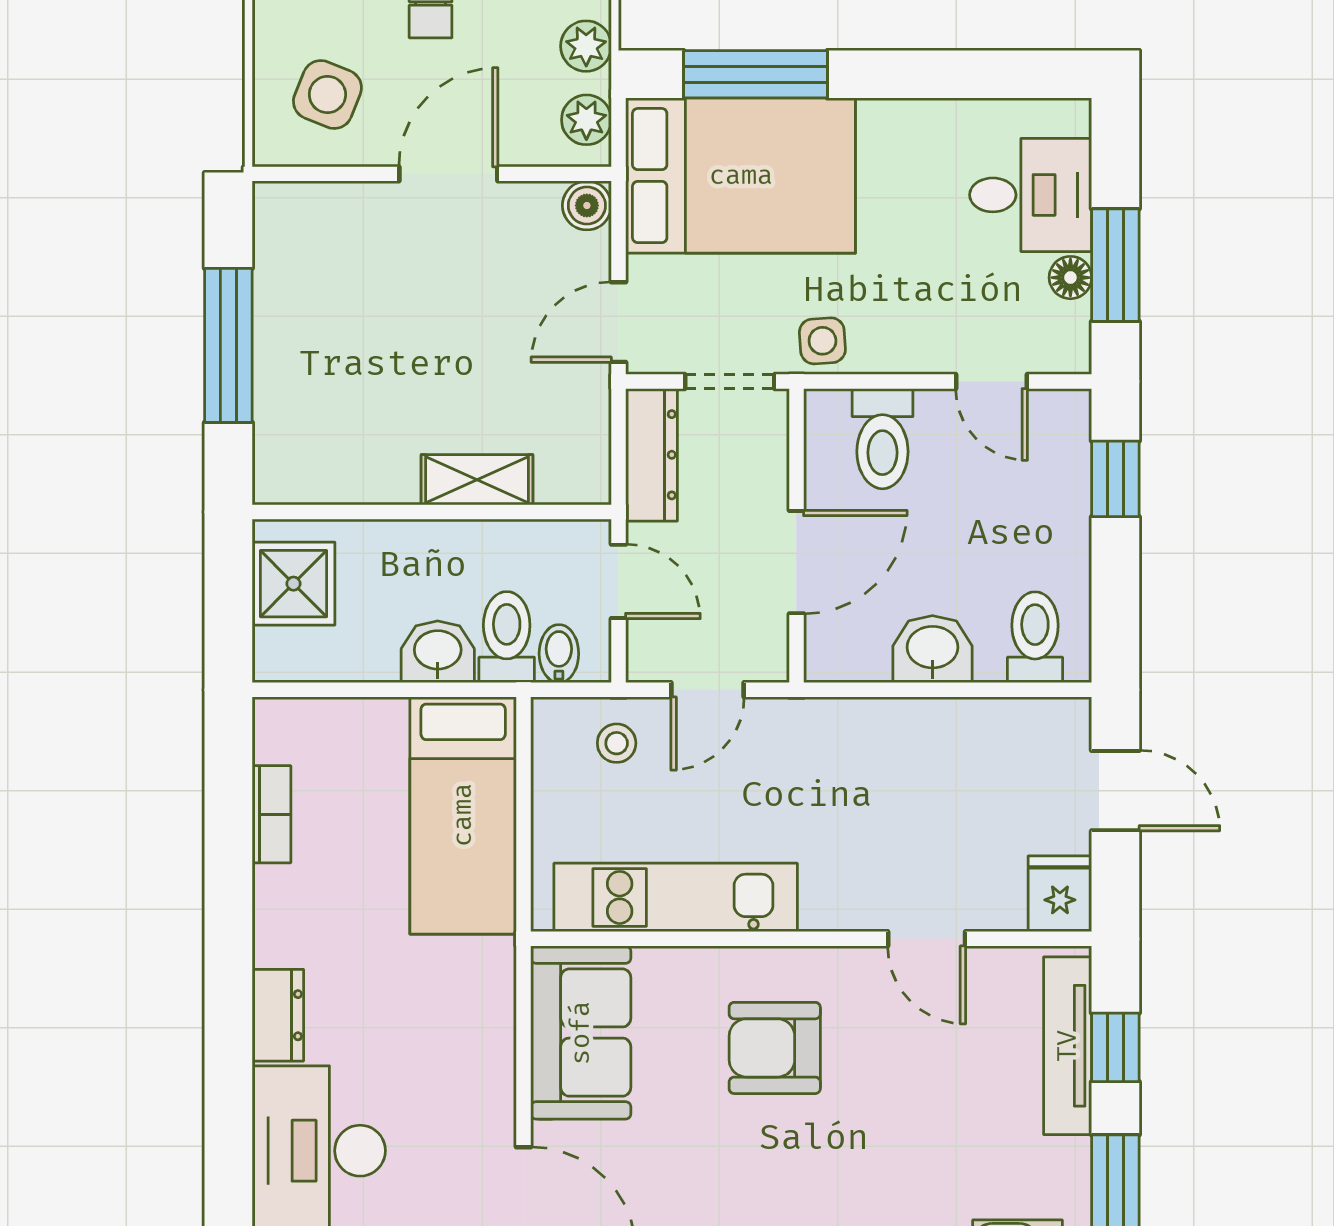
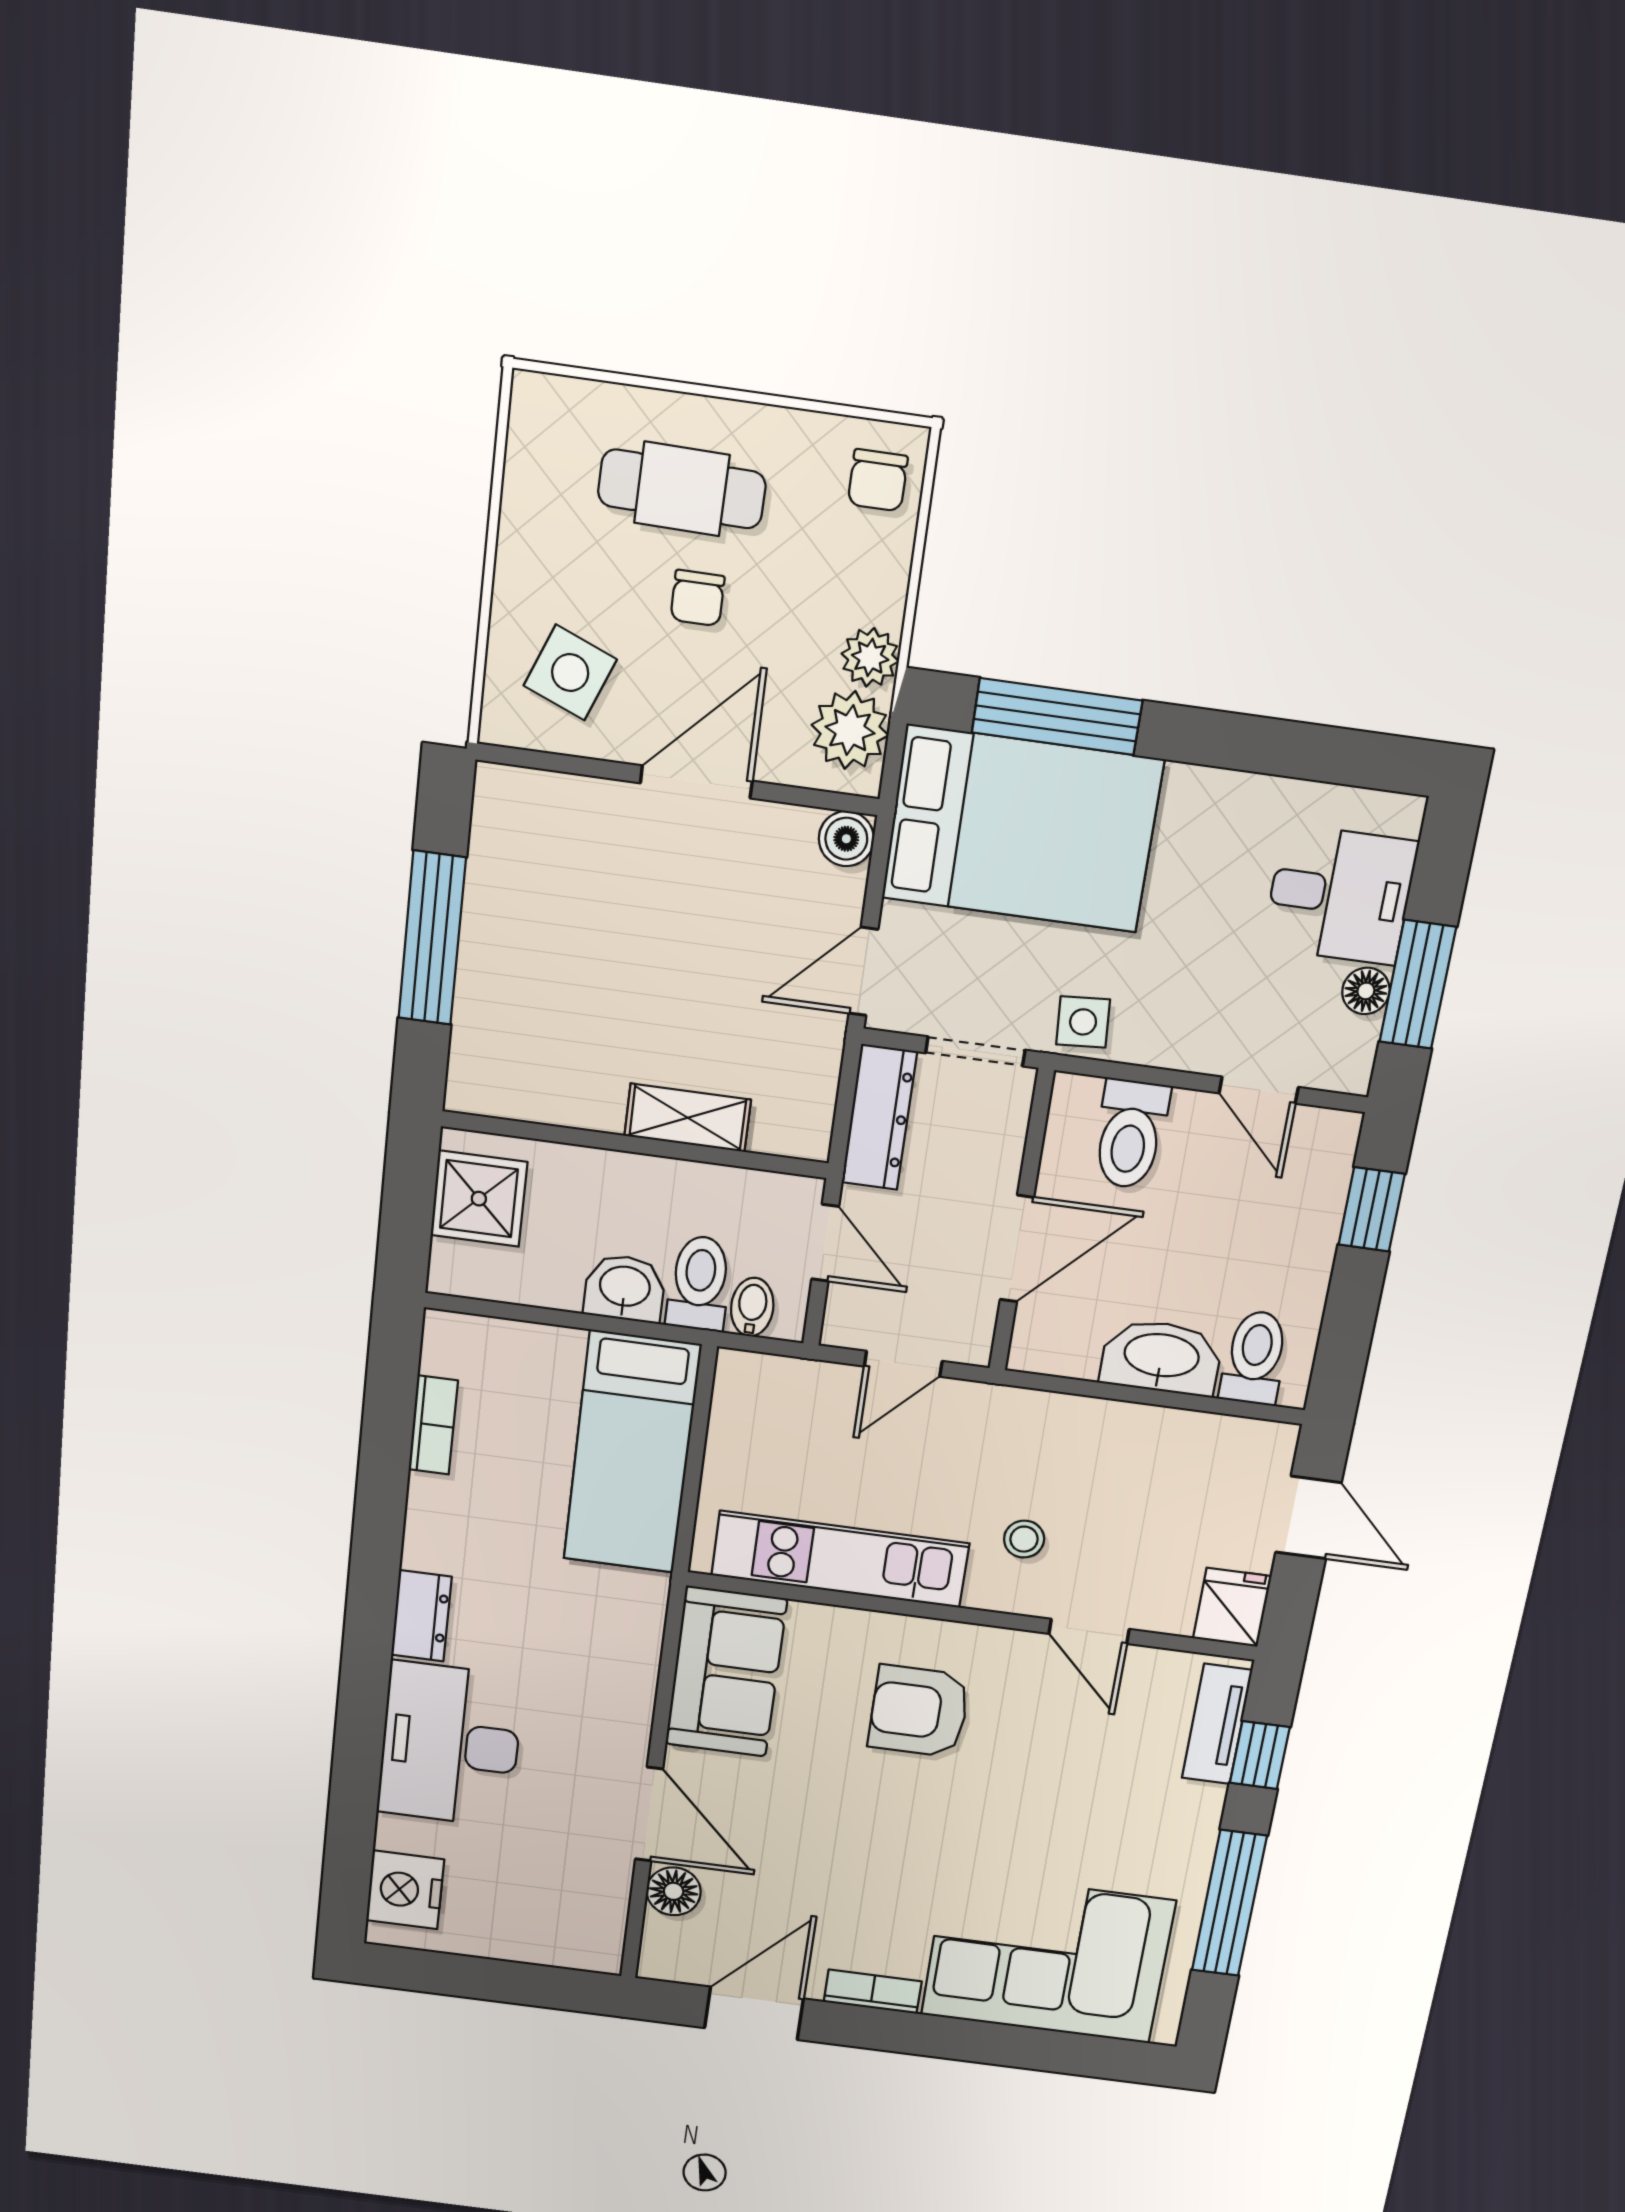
plant: (586, 120) -> (850, 730), width x1.38, depth x1.38
washbasin: (932, 649) -> (1161, 1357), width x1.38
stool: (617, 743) -> (1024, 1539), moved
tv unit: (1068, 1046) -> (1217, 1724), width x0.71

